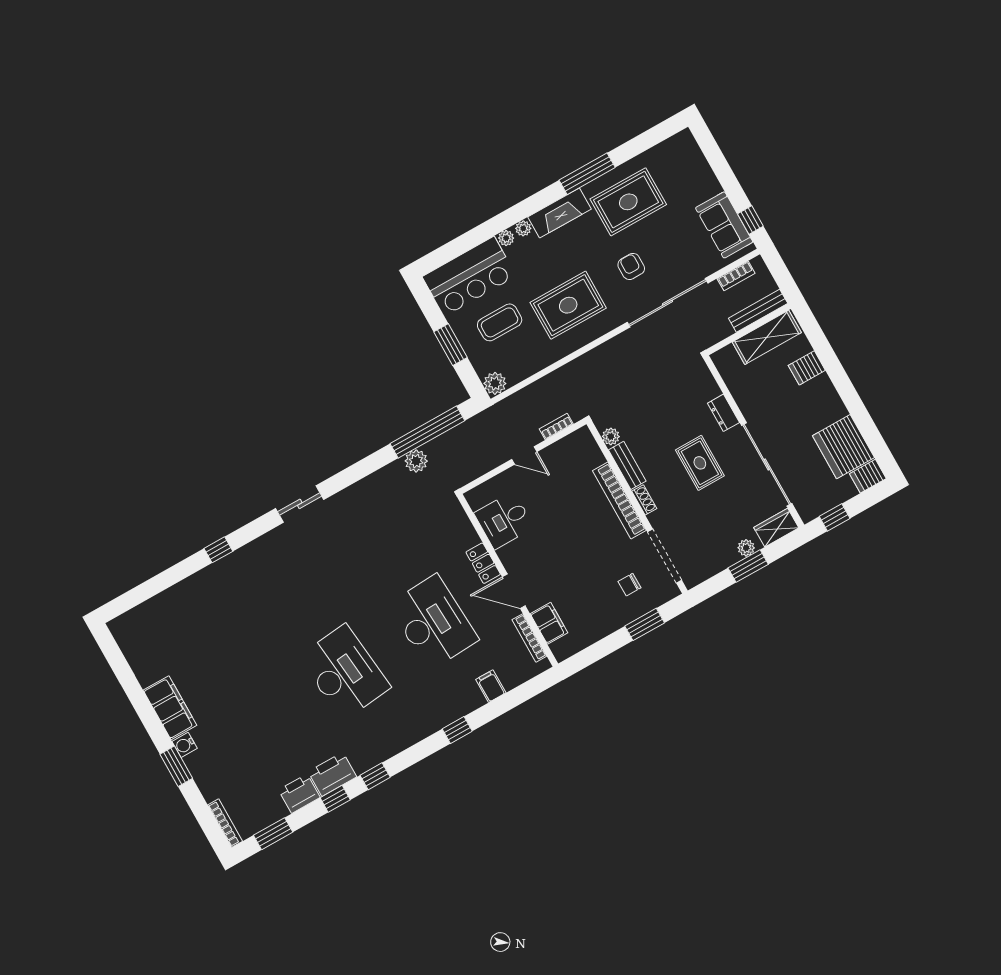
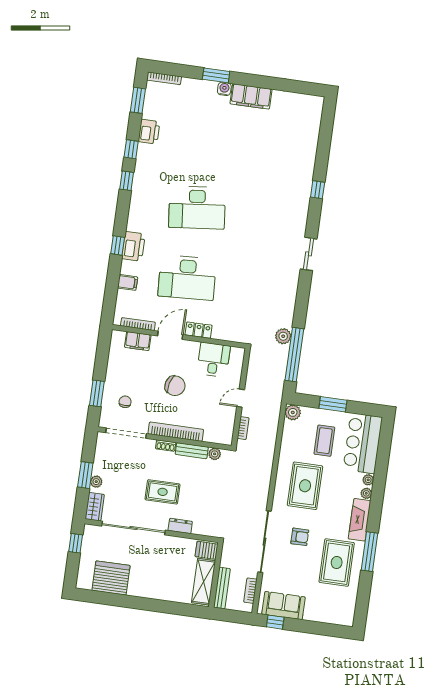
server rack: (807, 368) -> (207, 550), moved, turned -90
server rack: (868, 476) -> (84, 579), removed
chair: (567, 542) -> (175, 386), added
printer: (332, 774) -> (133, 246), moved

